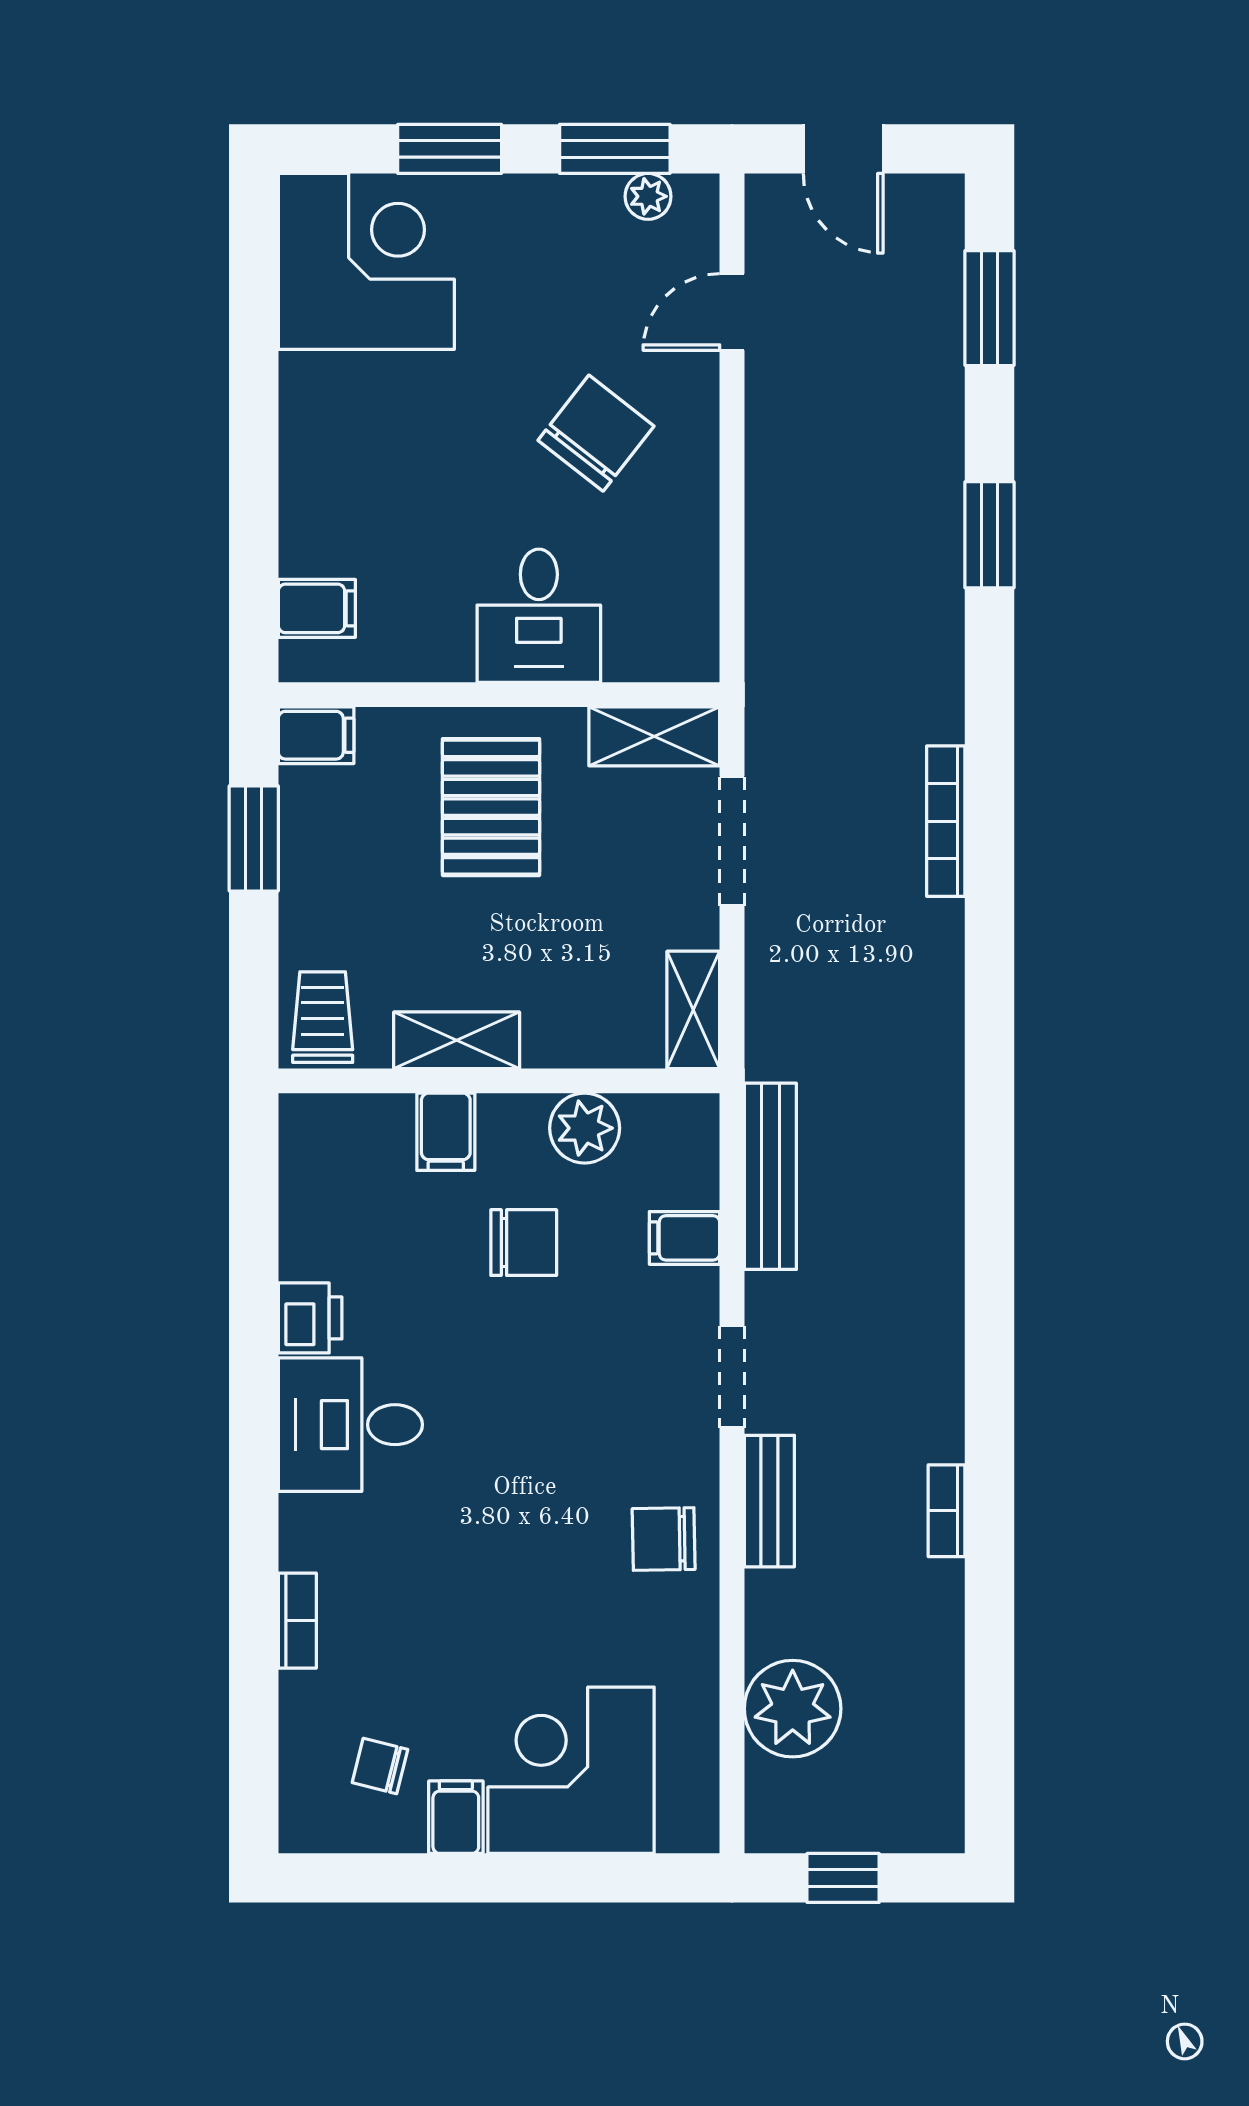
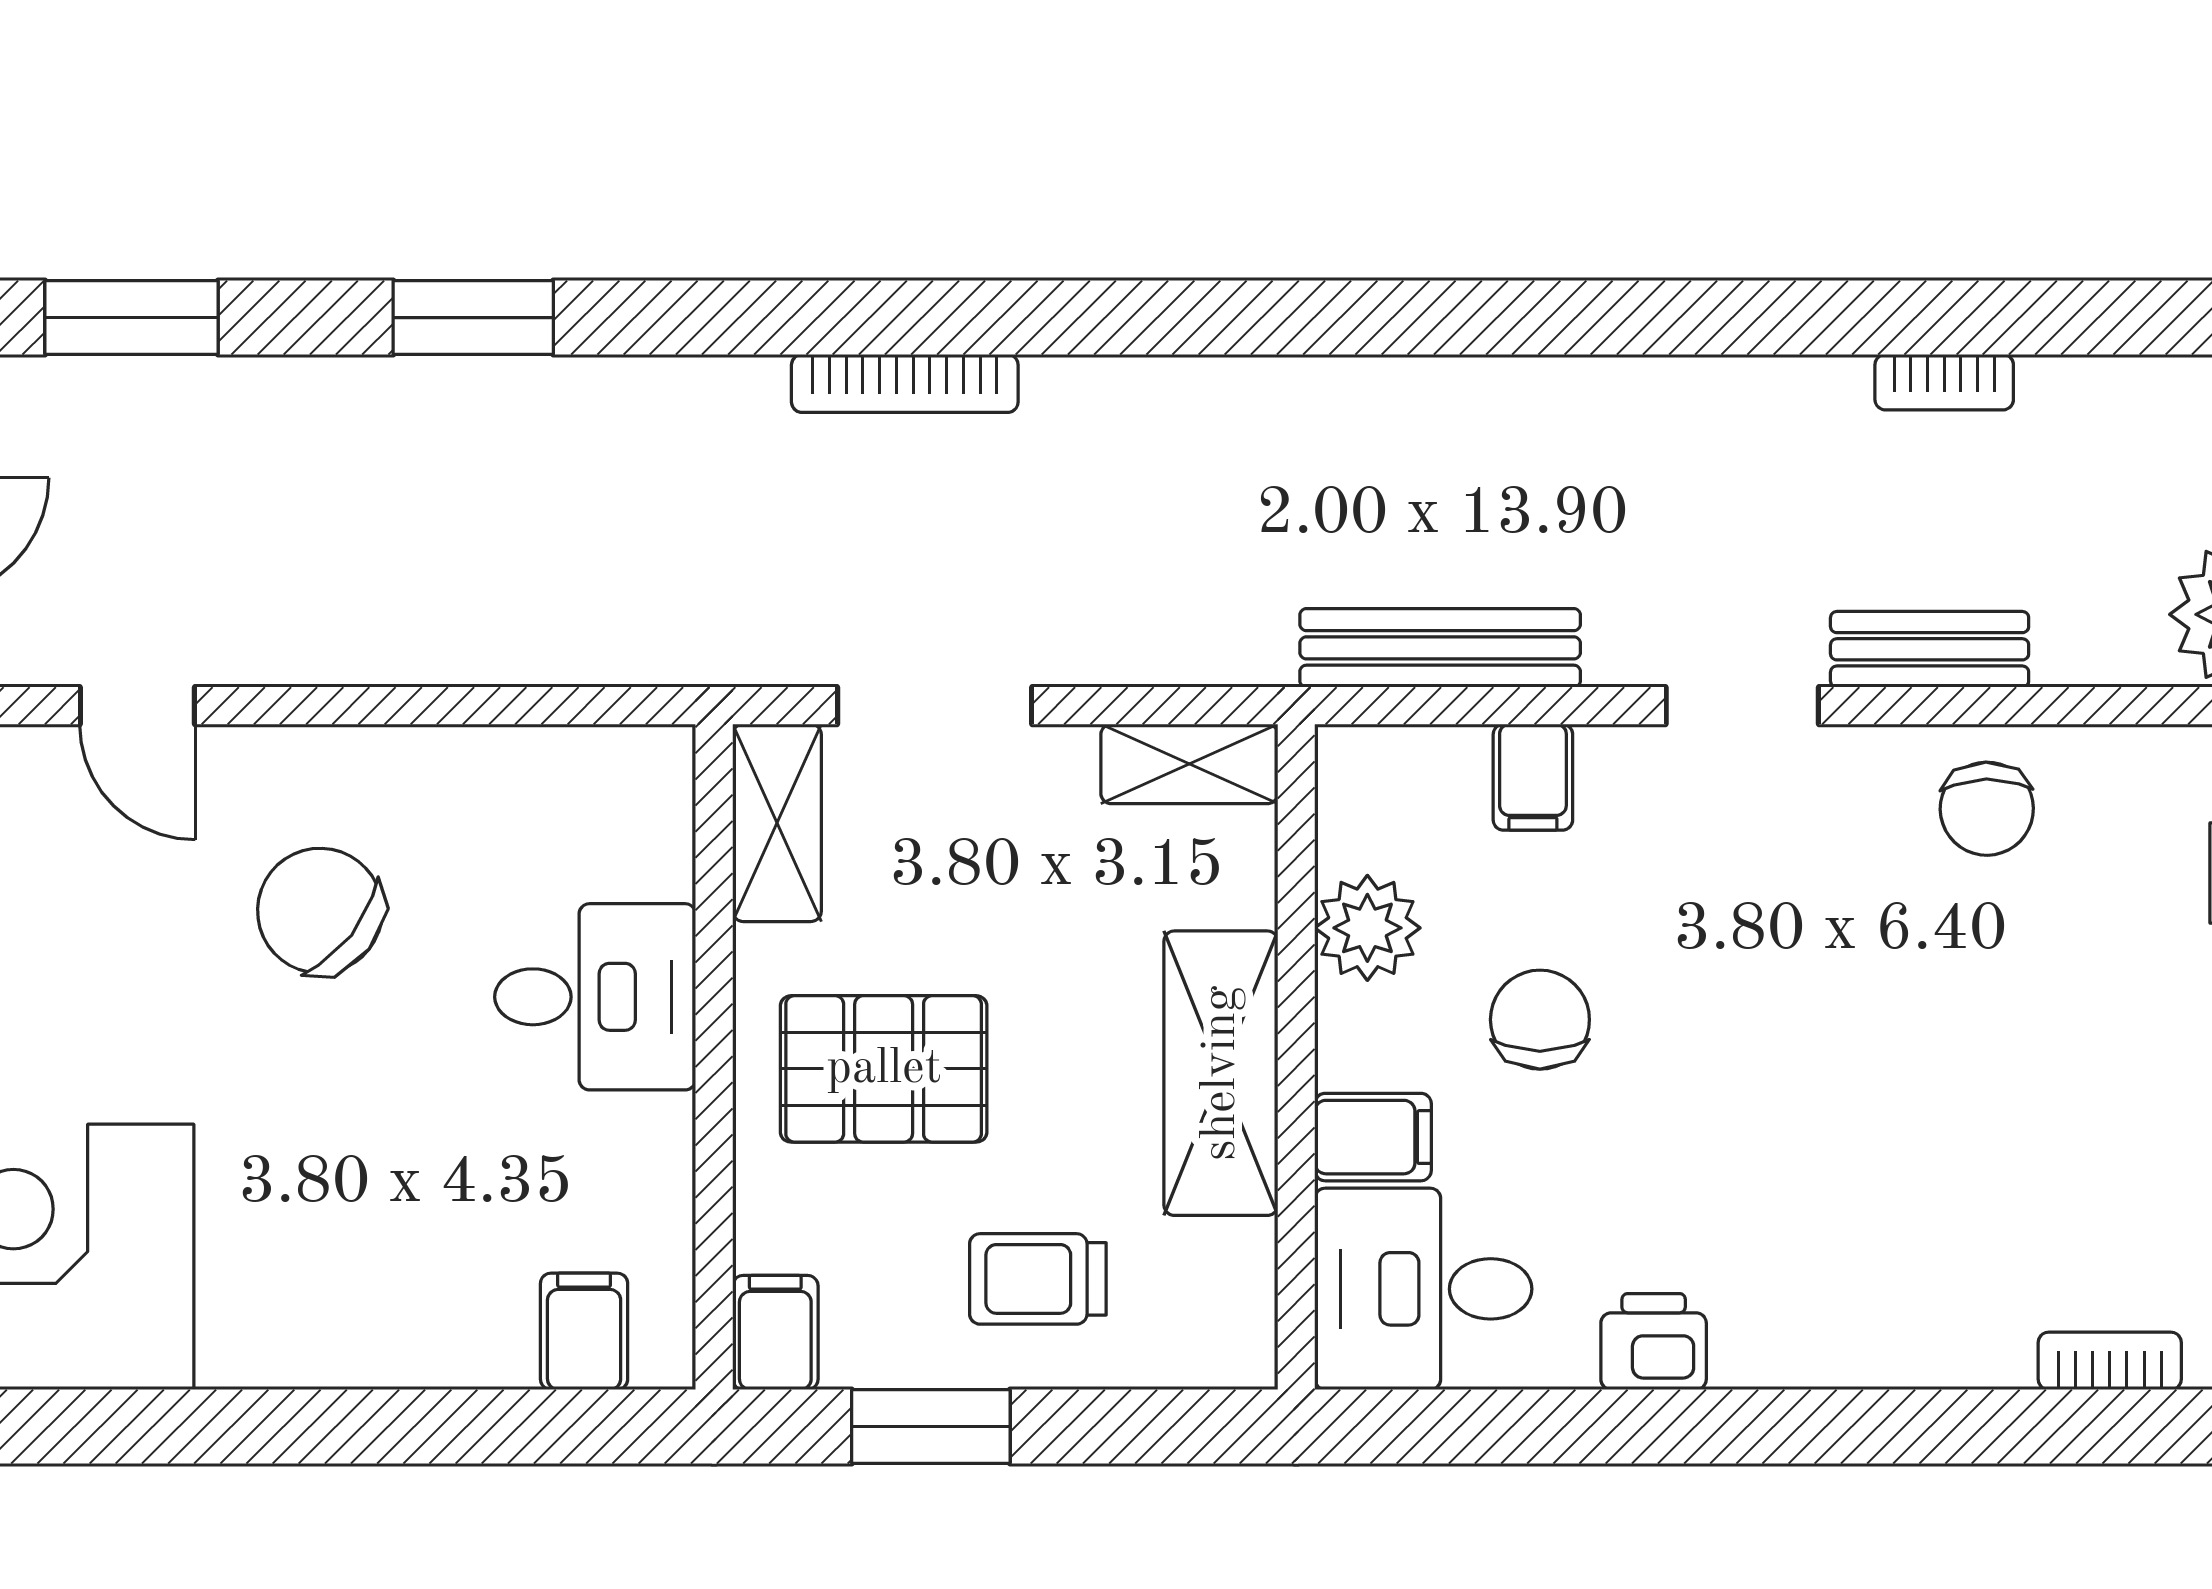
trolley: (323, 1017) -> (1038, 1279), moved
shelving: (457, 1040) -> (1221, 1073), width x1.50, depth x1.33
desk: (350, 1425) -> (1423, 1289), moved, turned 90

